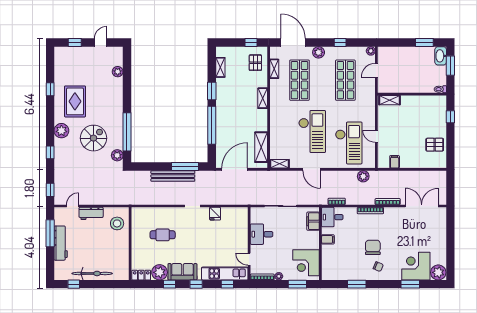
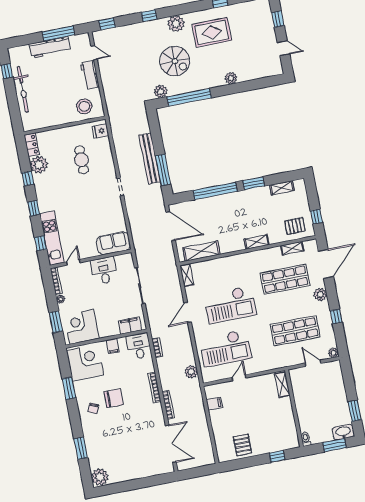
plant: (118, 72) -> (231, 78), moved
fridge: (215, 214) -> (100, 131), moved
corner desk: (416, 266) -> (85, 363), moved
sofa: (182, 272) -> (113, 243), moved, turned -90

